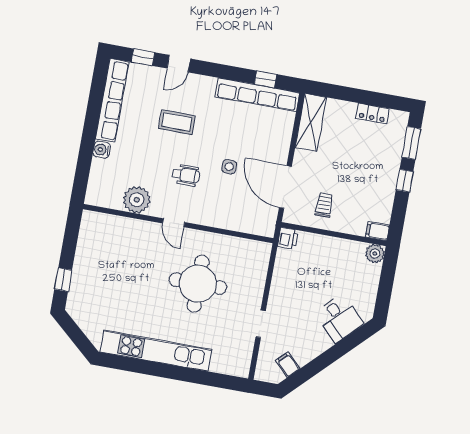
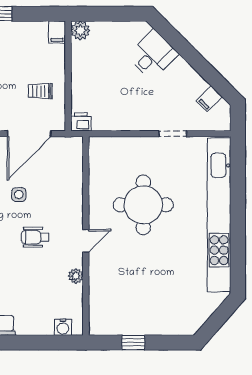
water cooler: (102, 150) -> (63, 327), moved
wheelchair: (186, 175) -> (35, 237), turned -90
plant: (137, 200) -> (76, 276), width x0.53, depth x0.53
window: (63, 280) -> (133, 343), moved
kitchen unit: (156, 351) -> (219, 215), width x1.36

